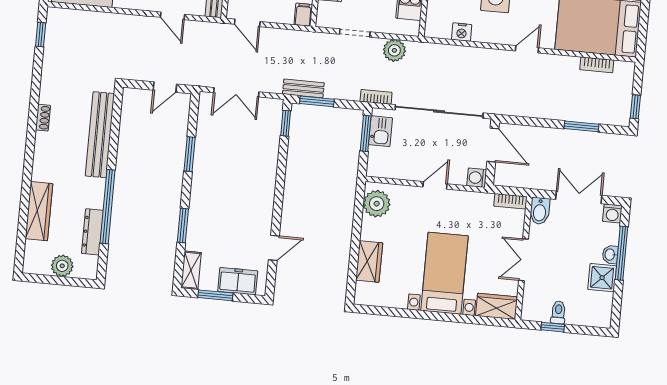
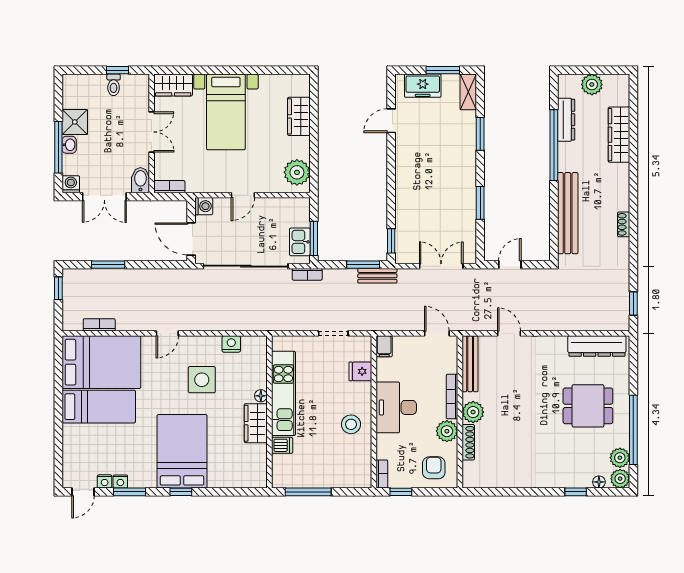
plant: (394, 50) -> (294, 320), removed

